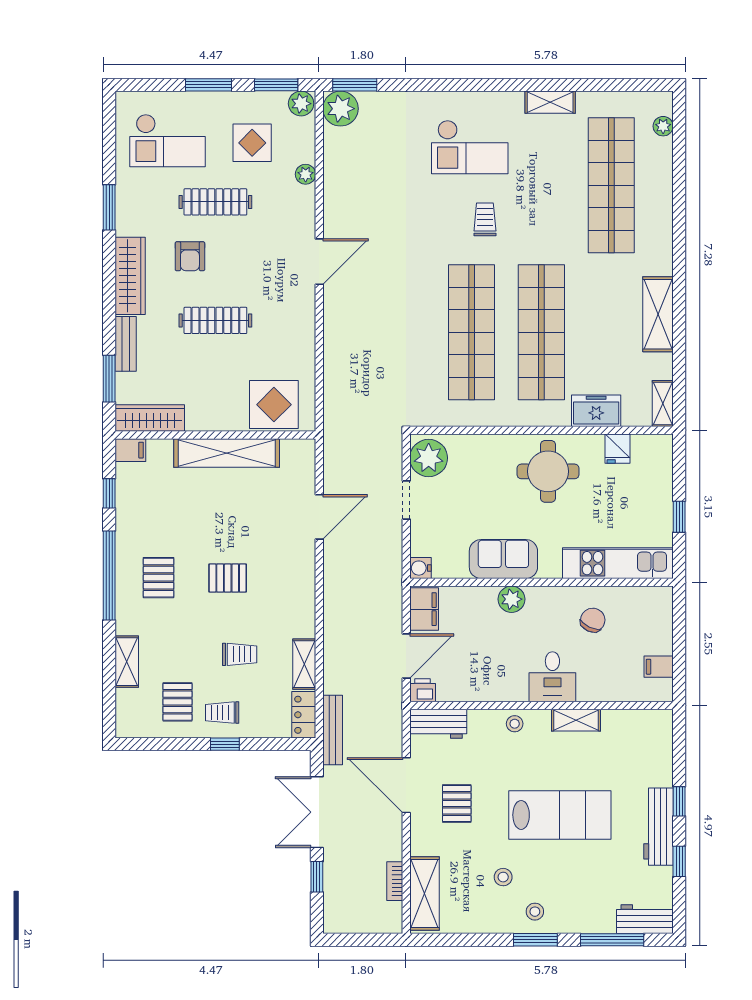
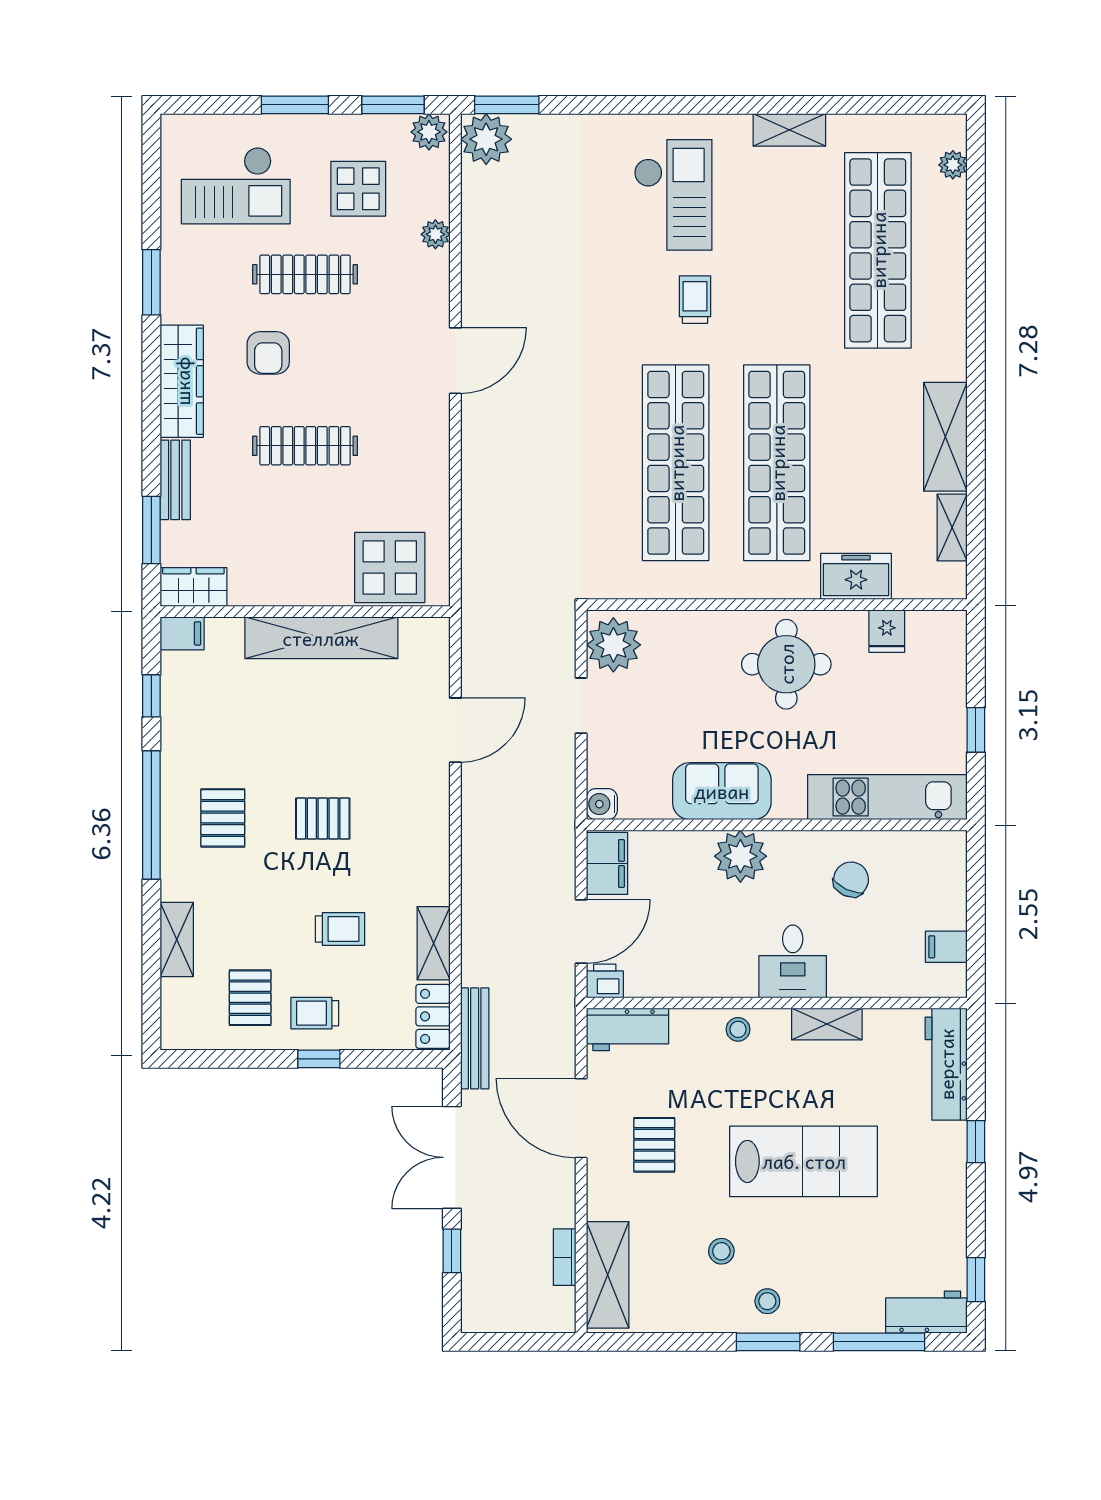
checkout: (470, 147) -> (673, 195), turned -90
shelving: (663, 404) -> (952, 527), moved
wardrobe: (150, 418) -> (193, 587), width x0.67
plant: (511, 599) -> (740, 856), width x1.36, depth x1.36
workbench: (658, 827) -> (946, 1064), moved
window: (679, 861) -> (976, 1280), moved

